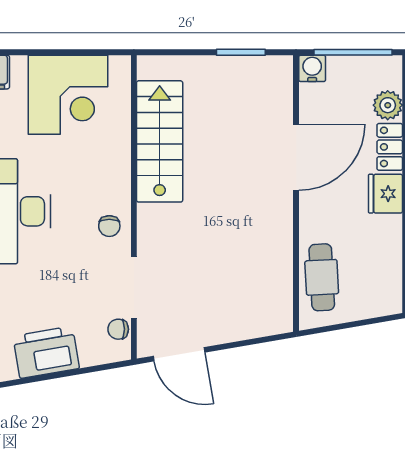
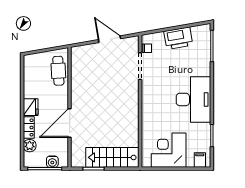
water cooler: (312, 68) -> (52, 162), moved
stairs: (160, 141) -> (112, 157), moved, turned 90
chair: (109, 226) -> (151, 93), removed
door: (179, 354) -> (109, 39), moved

